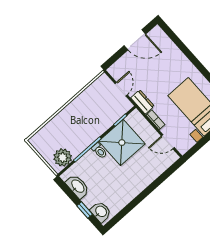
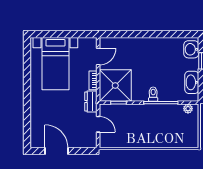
door: (121, 89) -> (98, 124), swing flipped
door: (168, 142) -> (98, 57), hinge flipped
shower: (122, 143) -> (115, 86), moved
plant: (63, 157) -> (188, 109), width x0.53, depth x0.53

